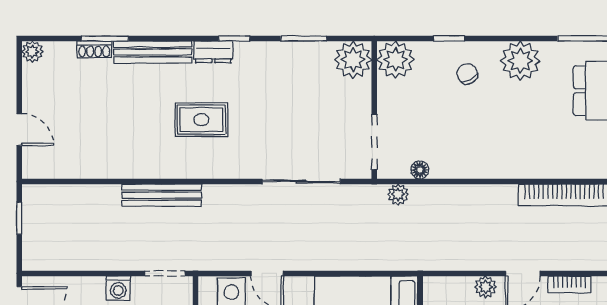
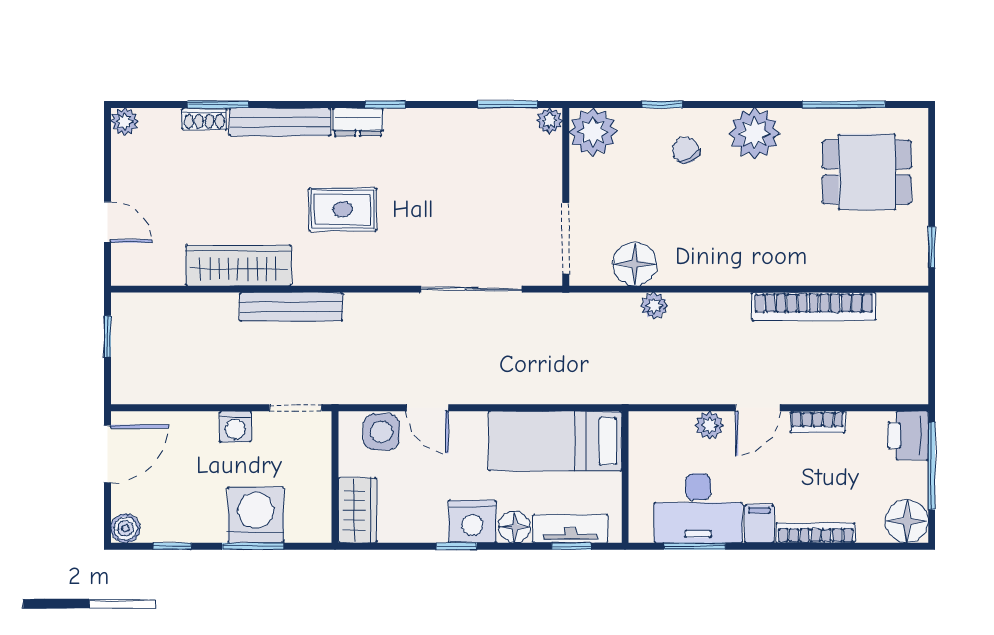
window: (304, 38) -> (508, 105), moved
plant: (353, 60) -> (550, 121), width x0.53, depth x0.53
wardrobe: (121, 163) -> (238, 265), added
floor lamp: (420, 170) -> (635, 264), width x1.89, depth x1.89
plant: (398, 194) -> (654, 306), moved

